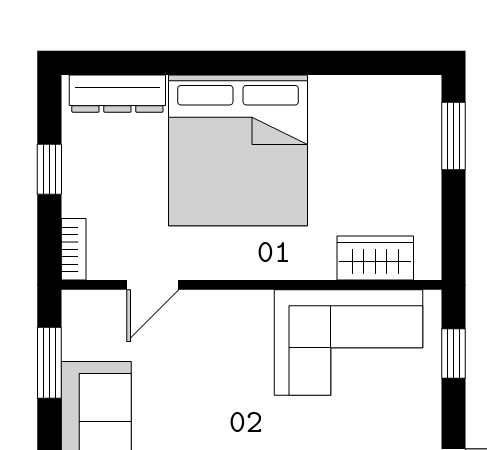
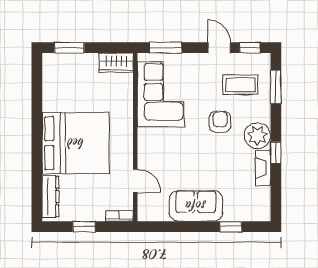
wardrobe: (375, 258) -> (116, 63), moved, turned -90
window: (454, 353) -> (166, 48), width x1.50
window: (49, 363) -> (170, 227), removed

